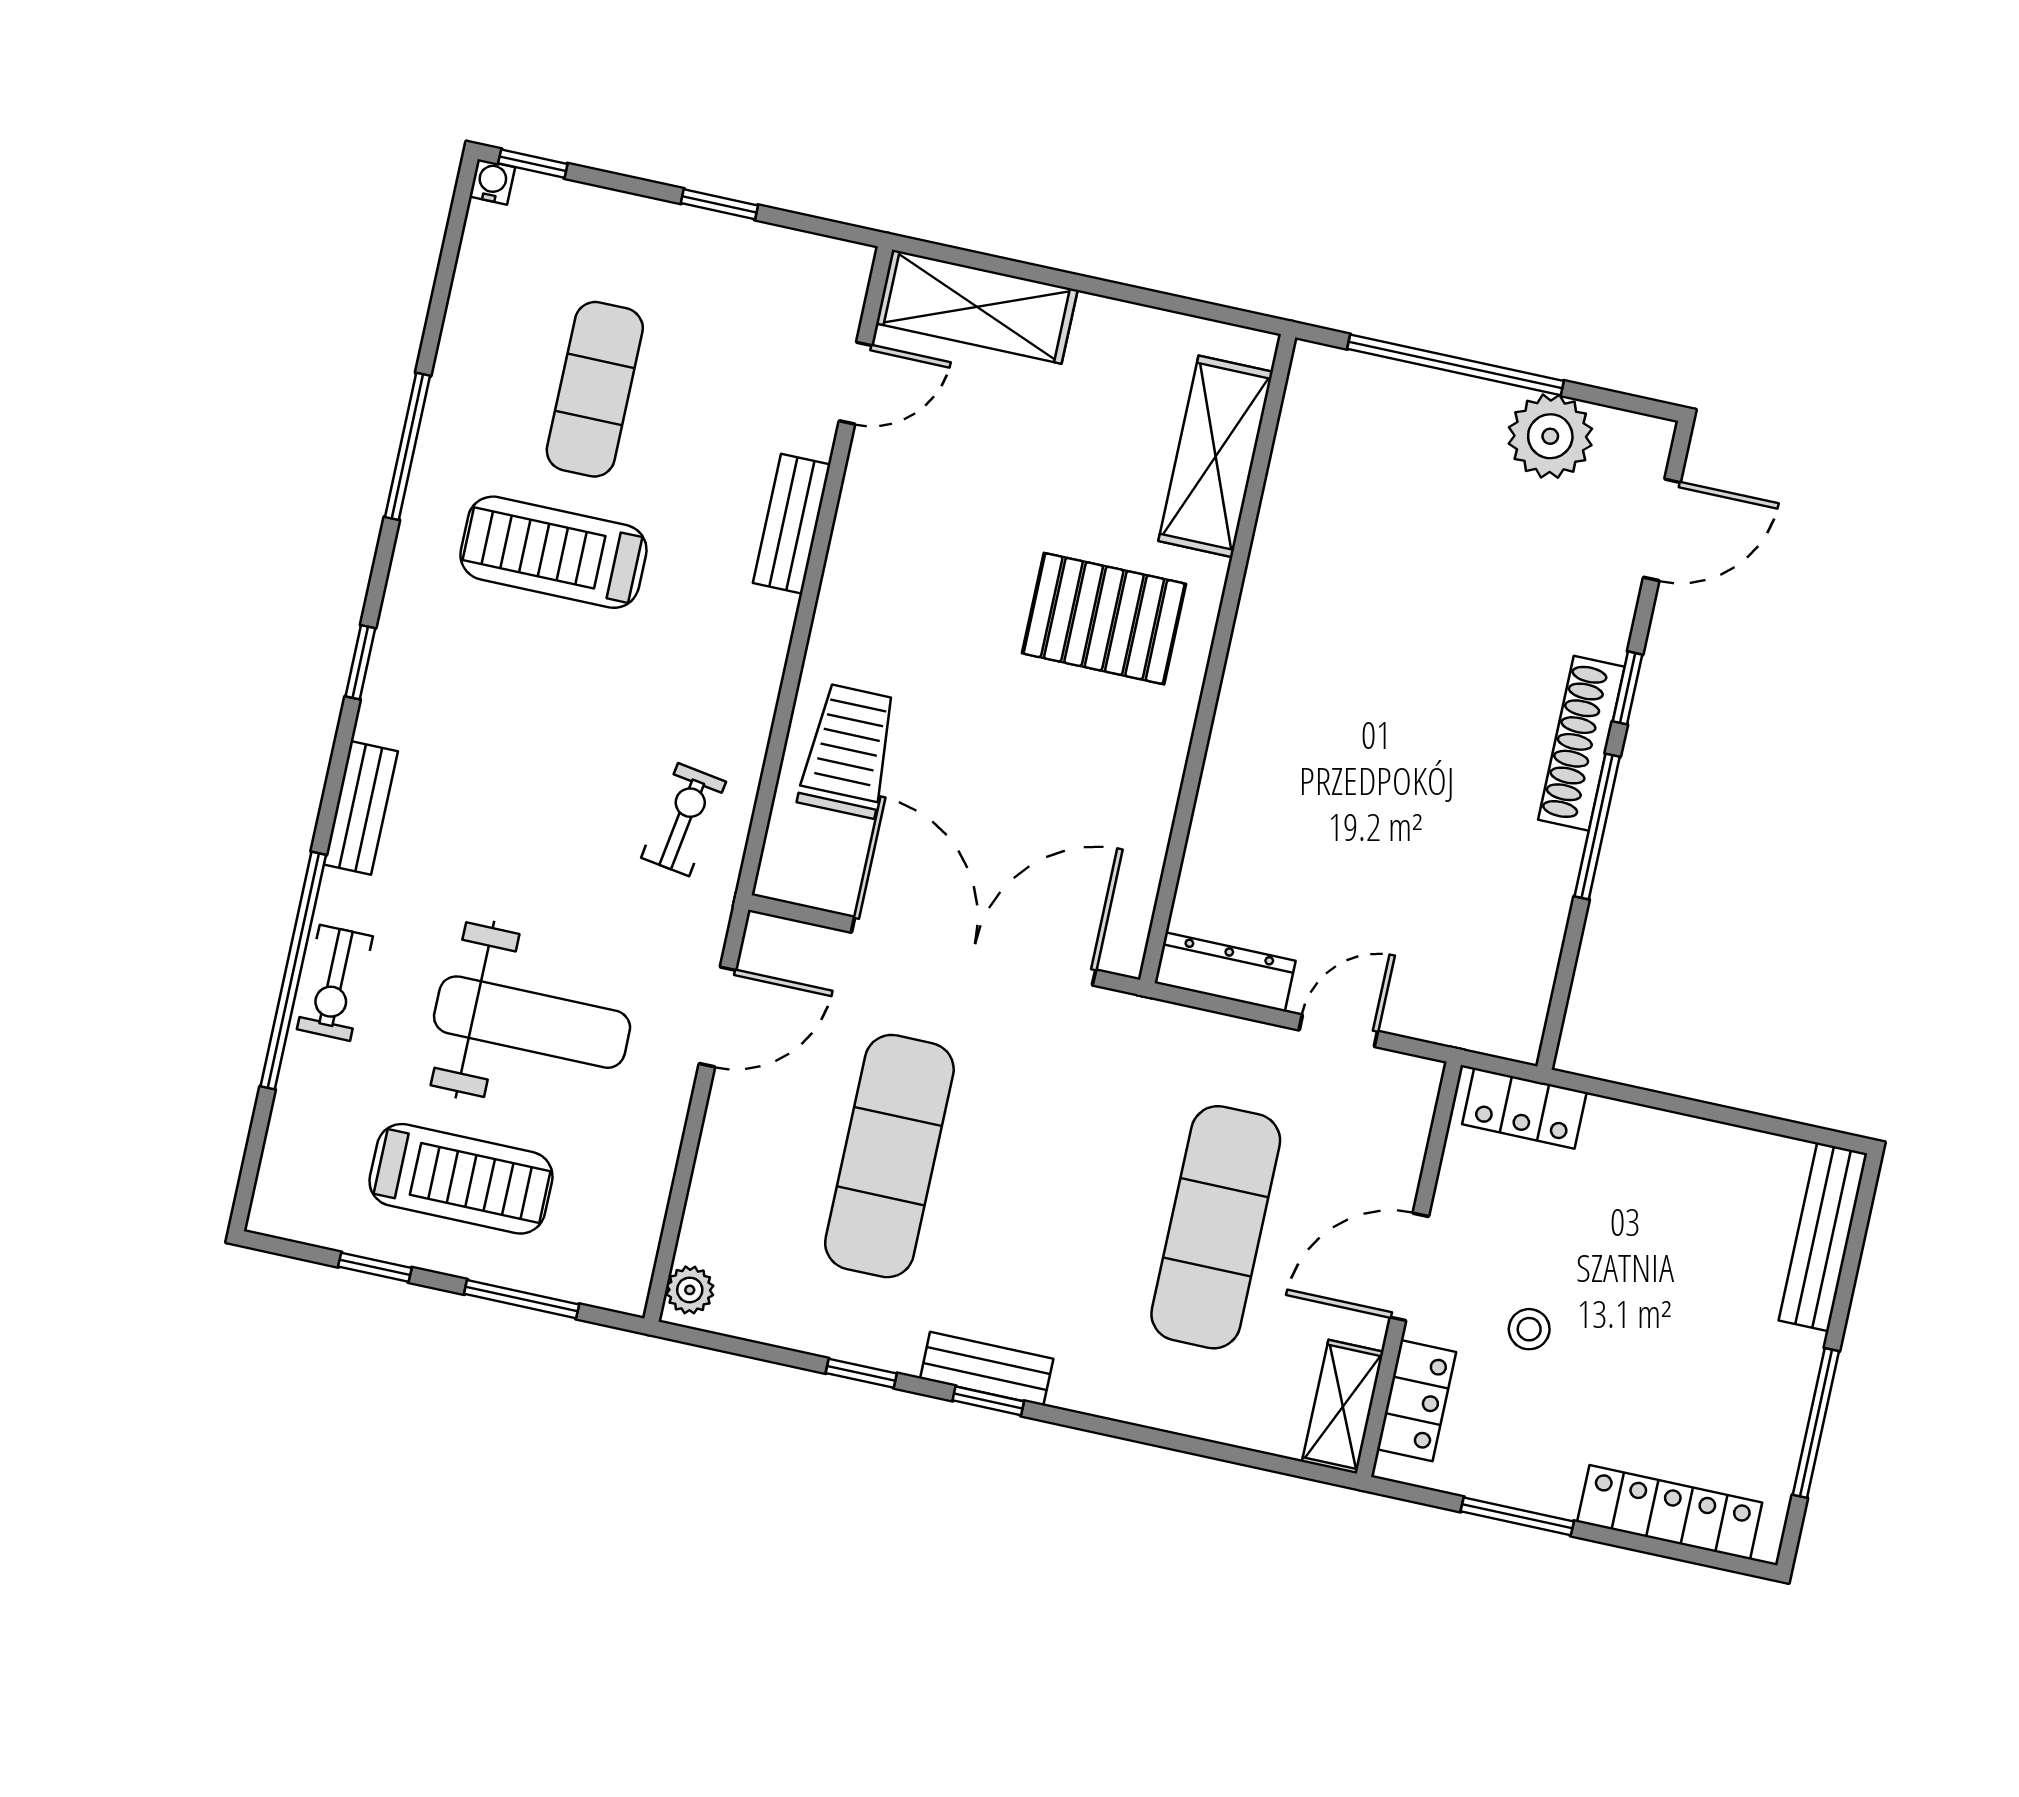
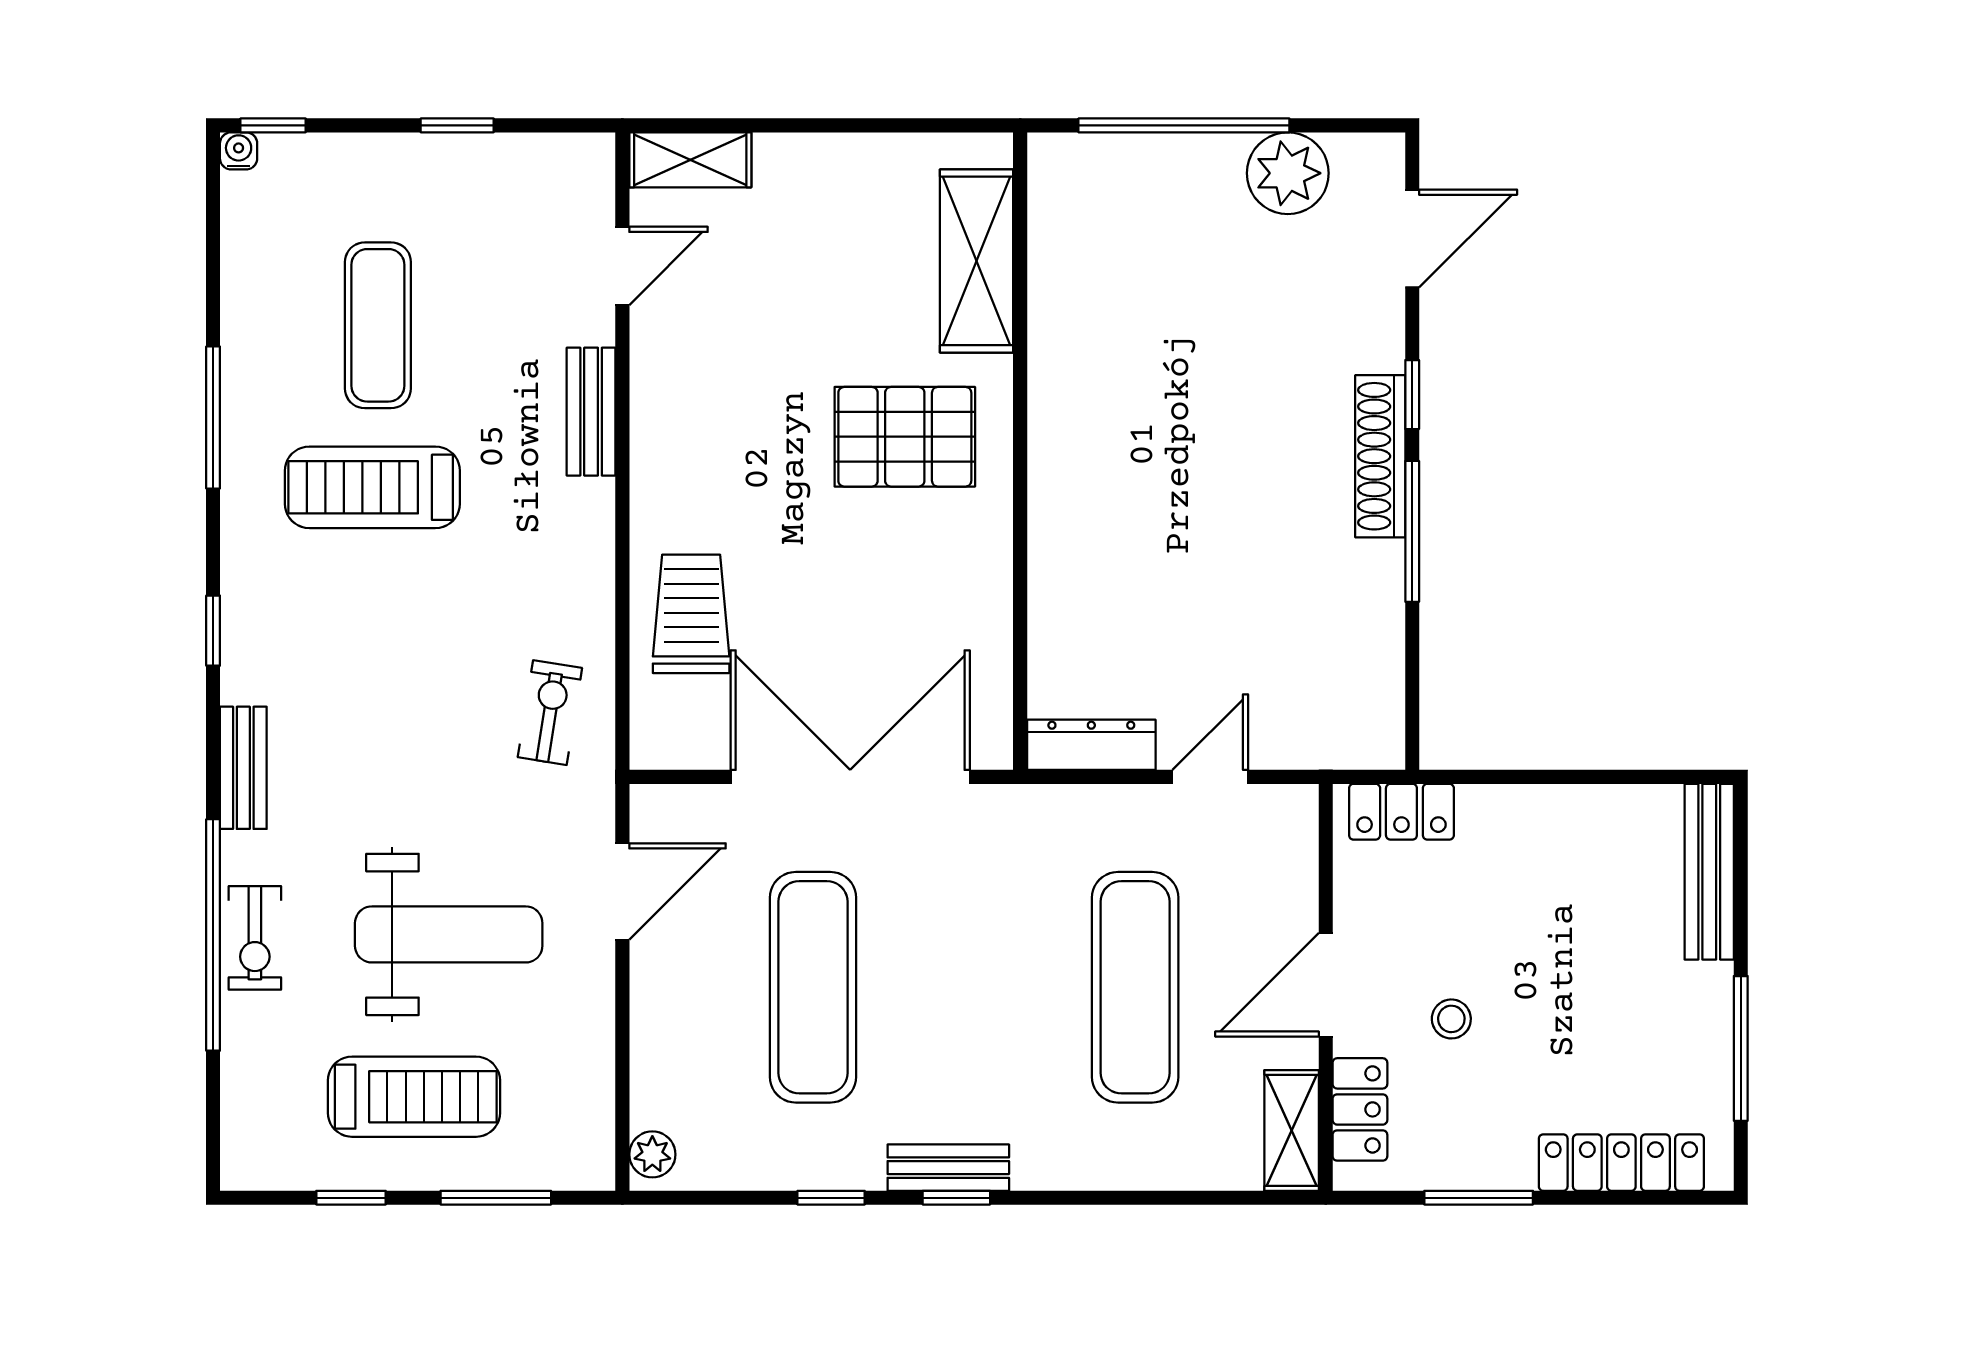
shelving: (977, 307) -> (690, 160), width x0.67, depth x0.75

